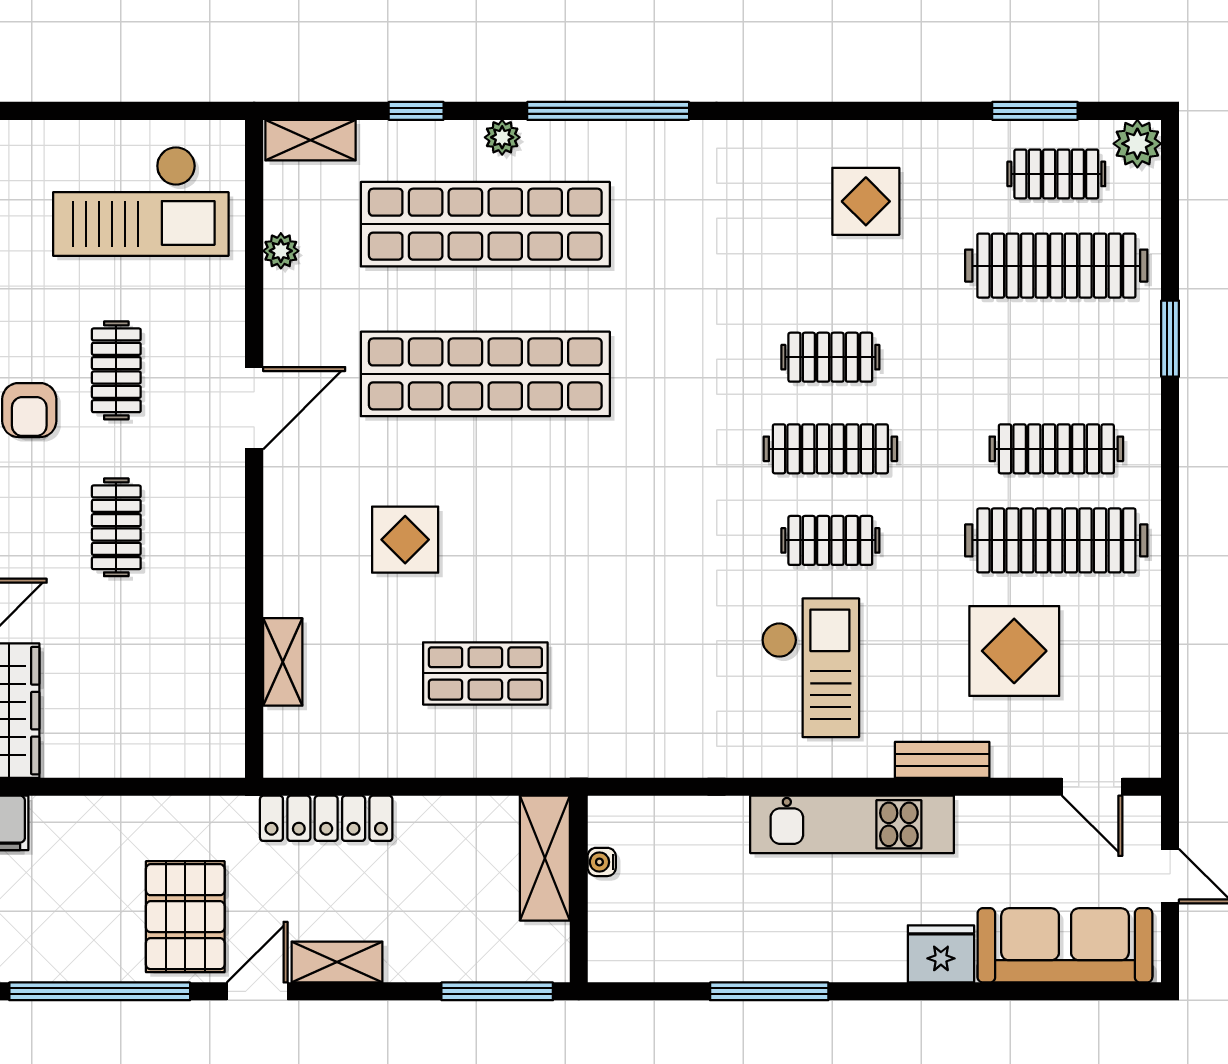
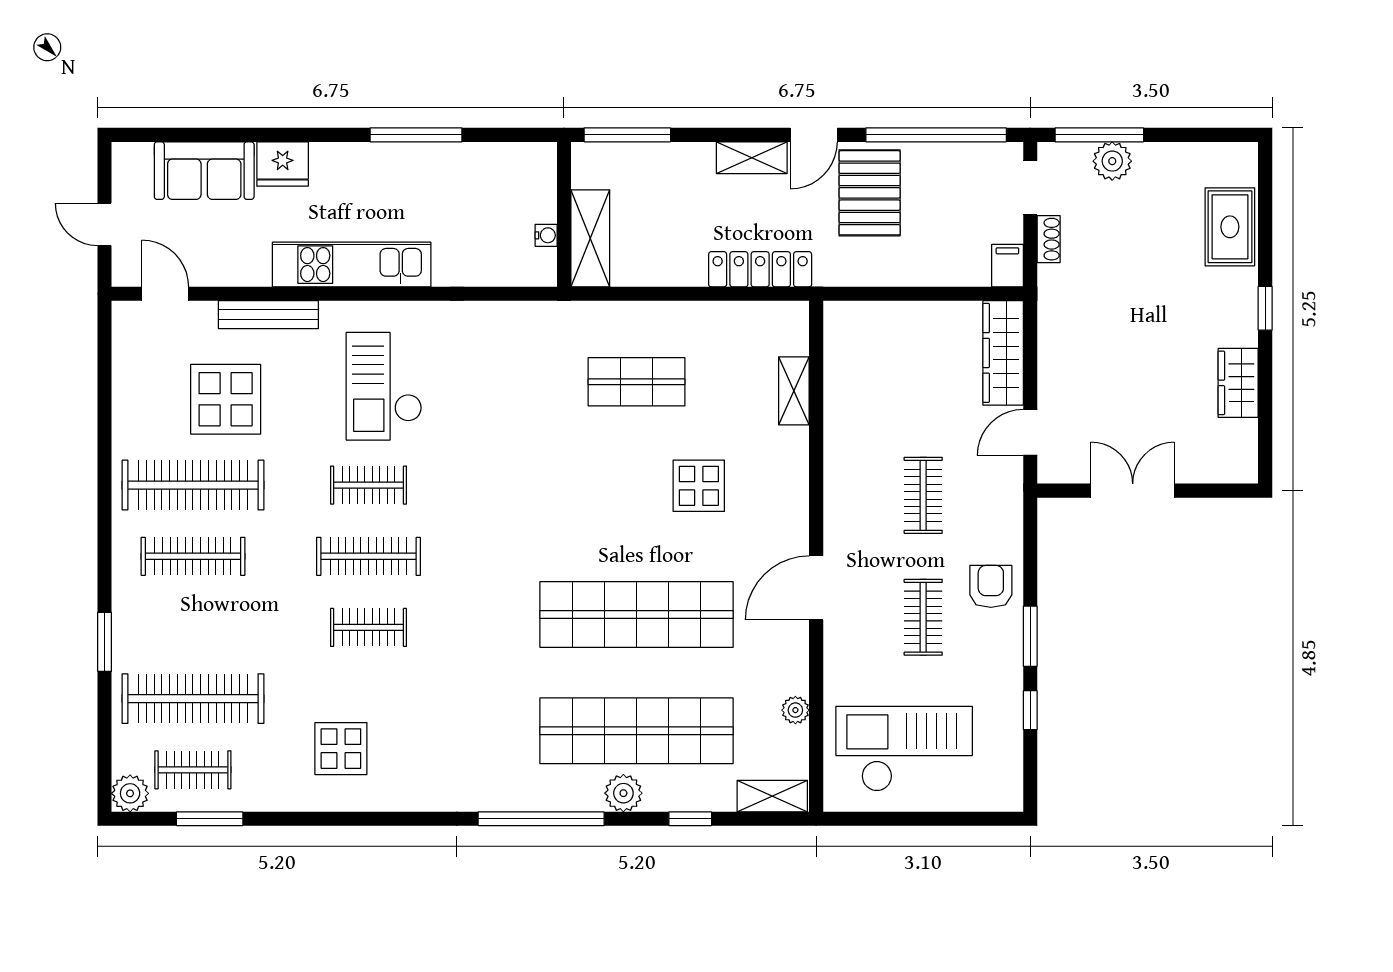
plant: (502, 137) -> (623, 793), width x1.38, depth x1.38
bench: (942, 760) -> (268, 315), width x1.36
sofa: (1065, 945) -> (204, 171), width x0.73

